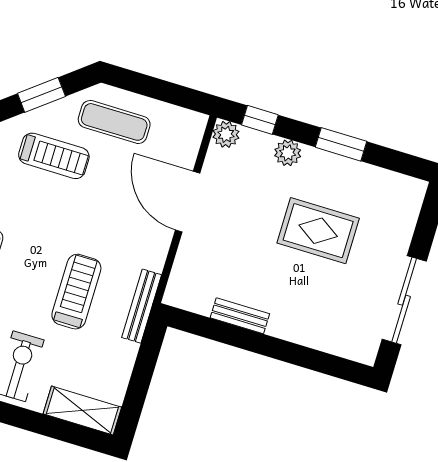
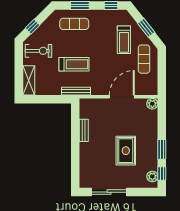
window: (260, 120) -> (162, 174), moved
plant: (288, 153) -> (152, 176), moved

